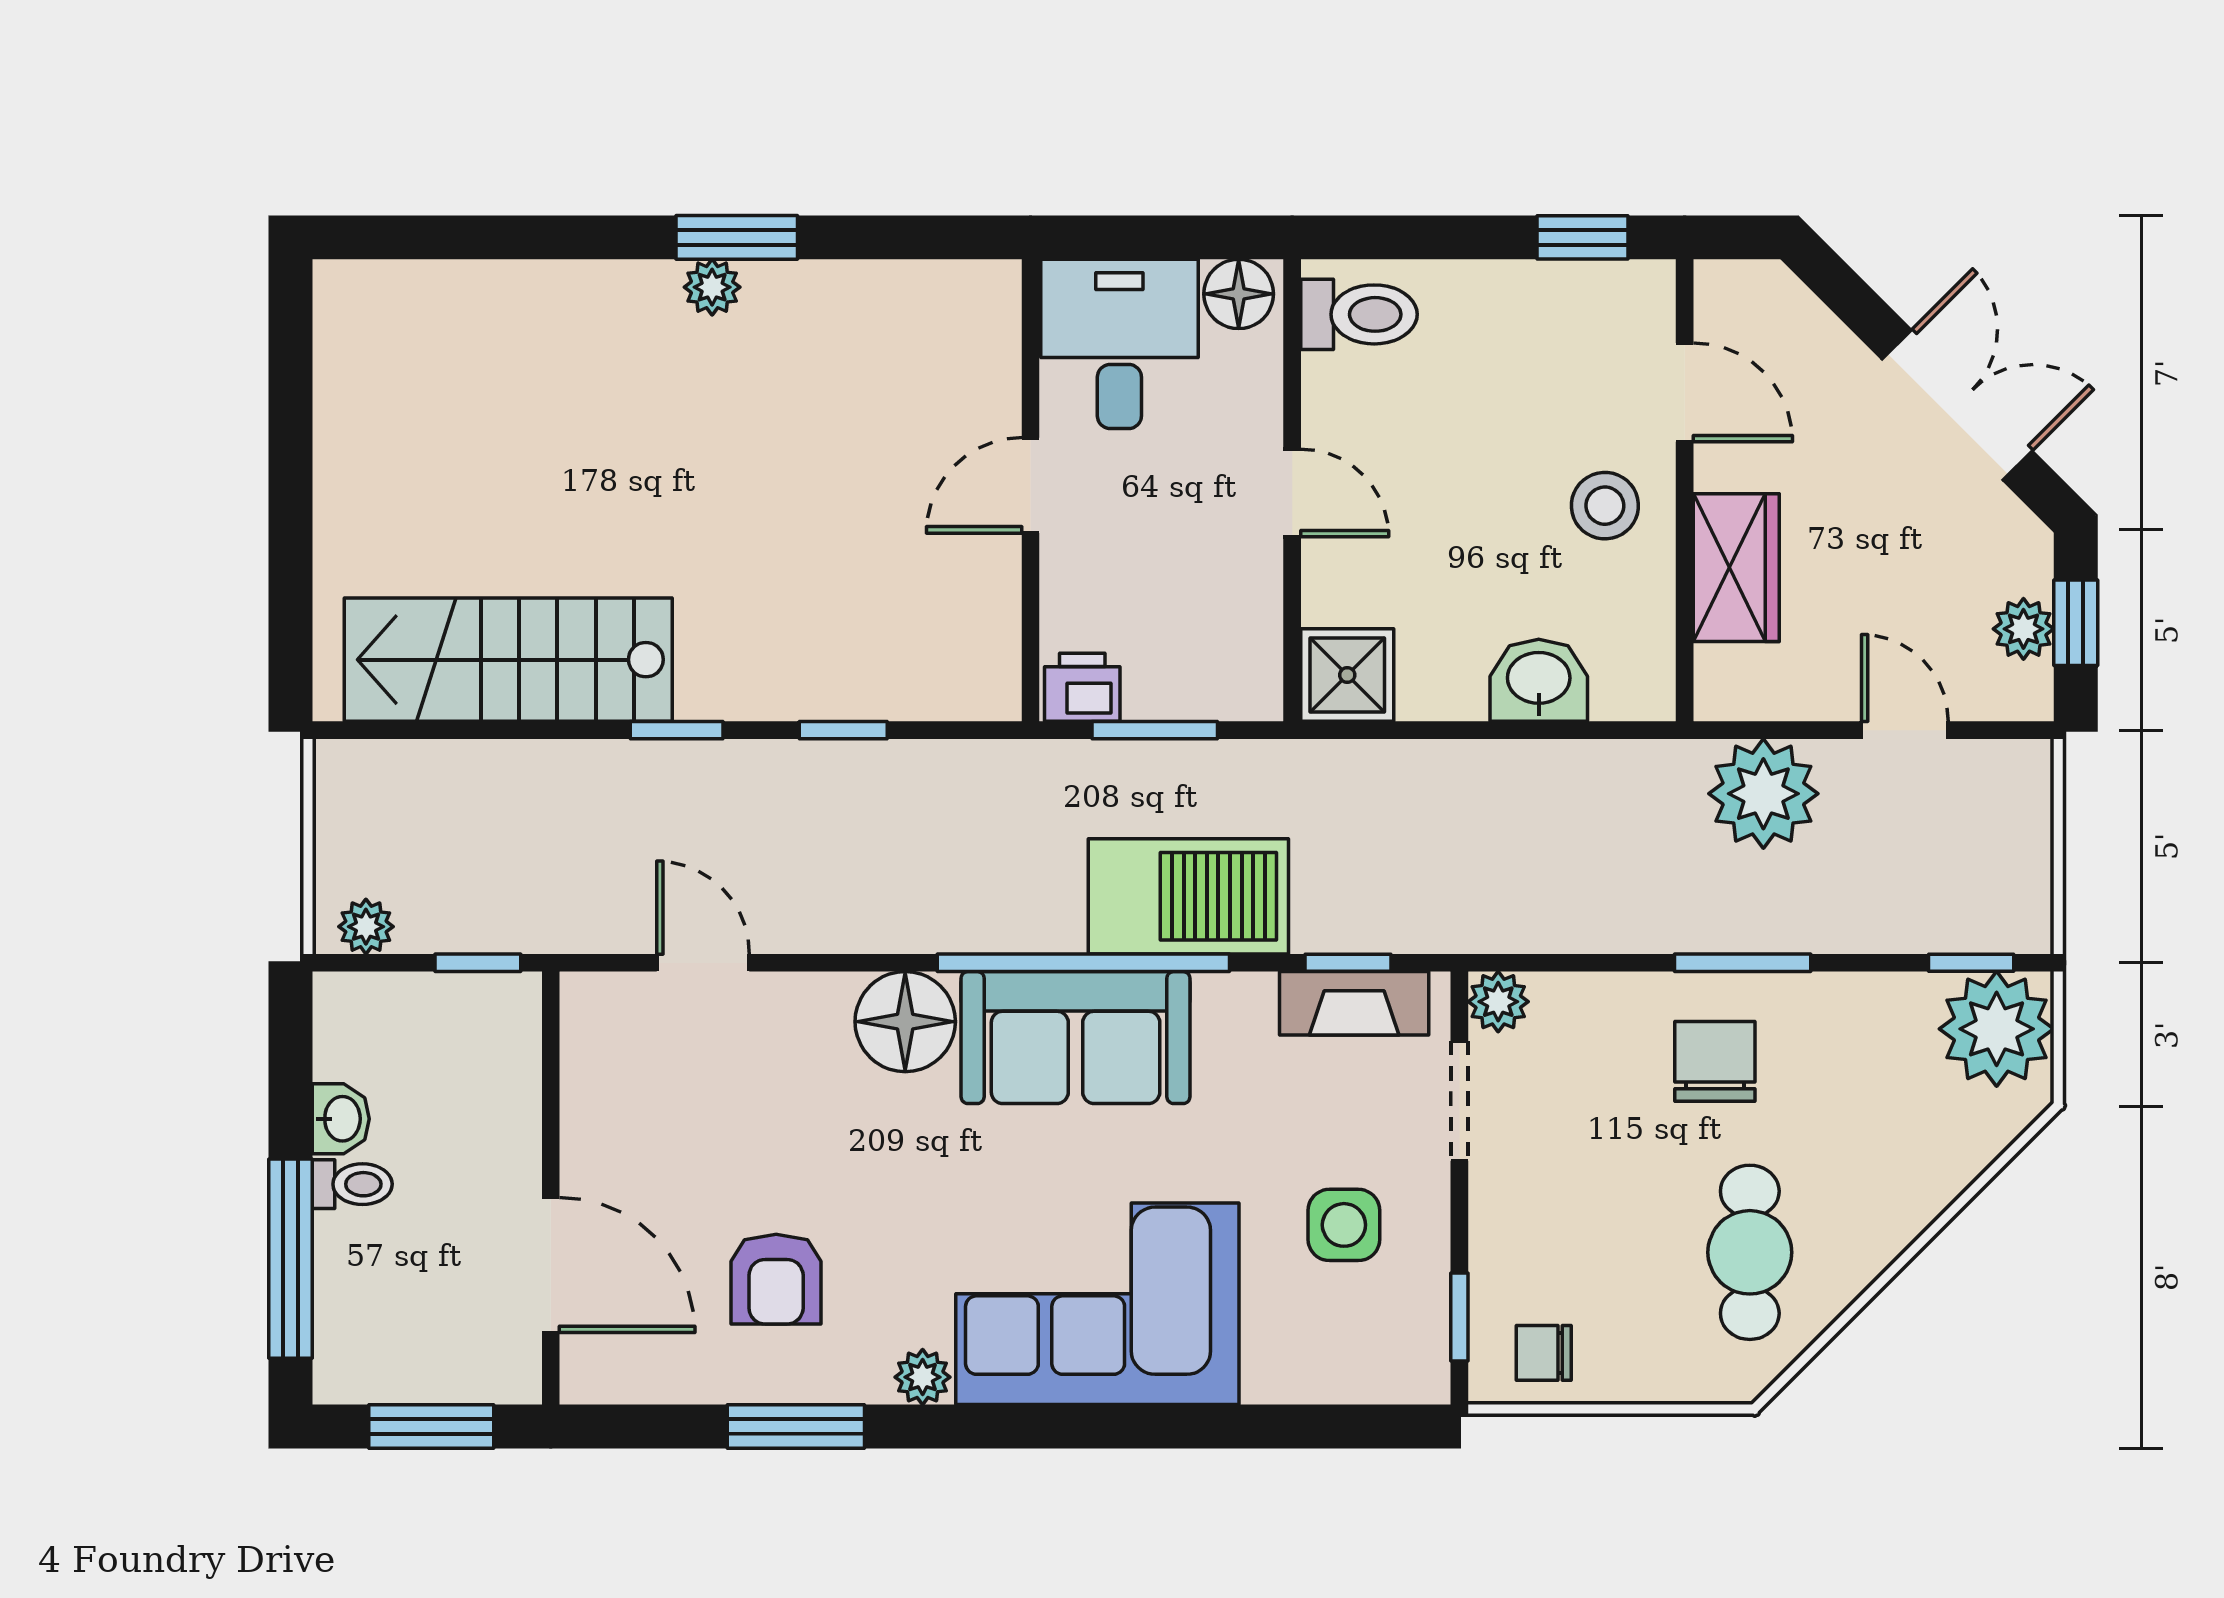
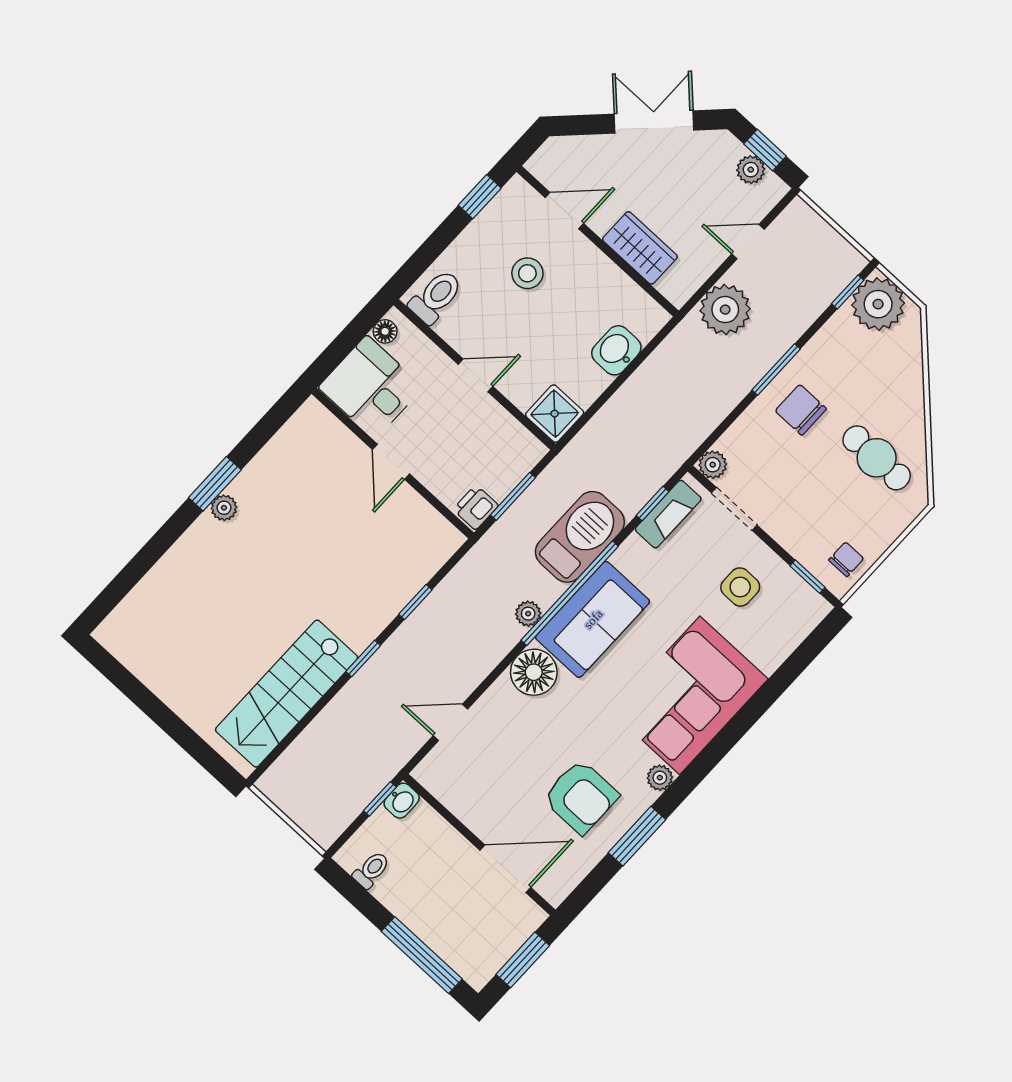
floor lamp: (1239, 294) -> (385, 331), width x0.73, depth x0.73
stool: (1605, 506) -> (527, 273), moved
plant: (366, 927) -> (528, 614), moved
washbasin: (341, 1119) -> (402, 801), moved, turned 90
toilet: (352, 1184) -> (371, 870), moved
armchair: (776, 1279) -> (581, 797), width x1.38, depth x1.38
chair: (1544, 1353) -> (846, 559), turned 180

